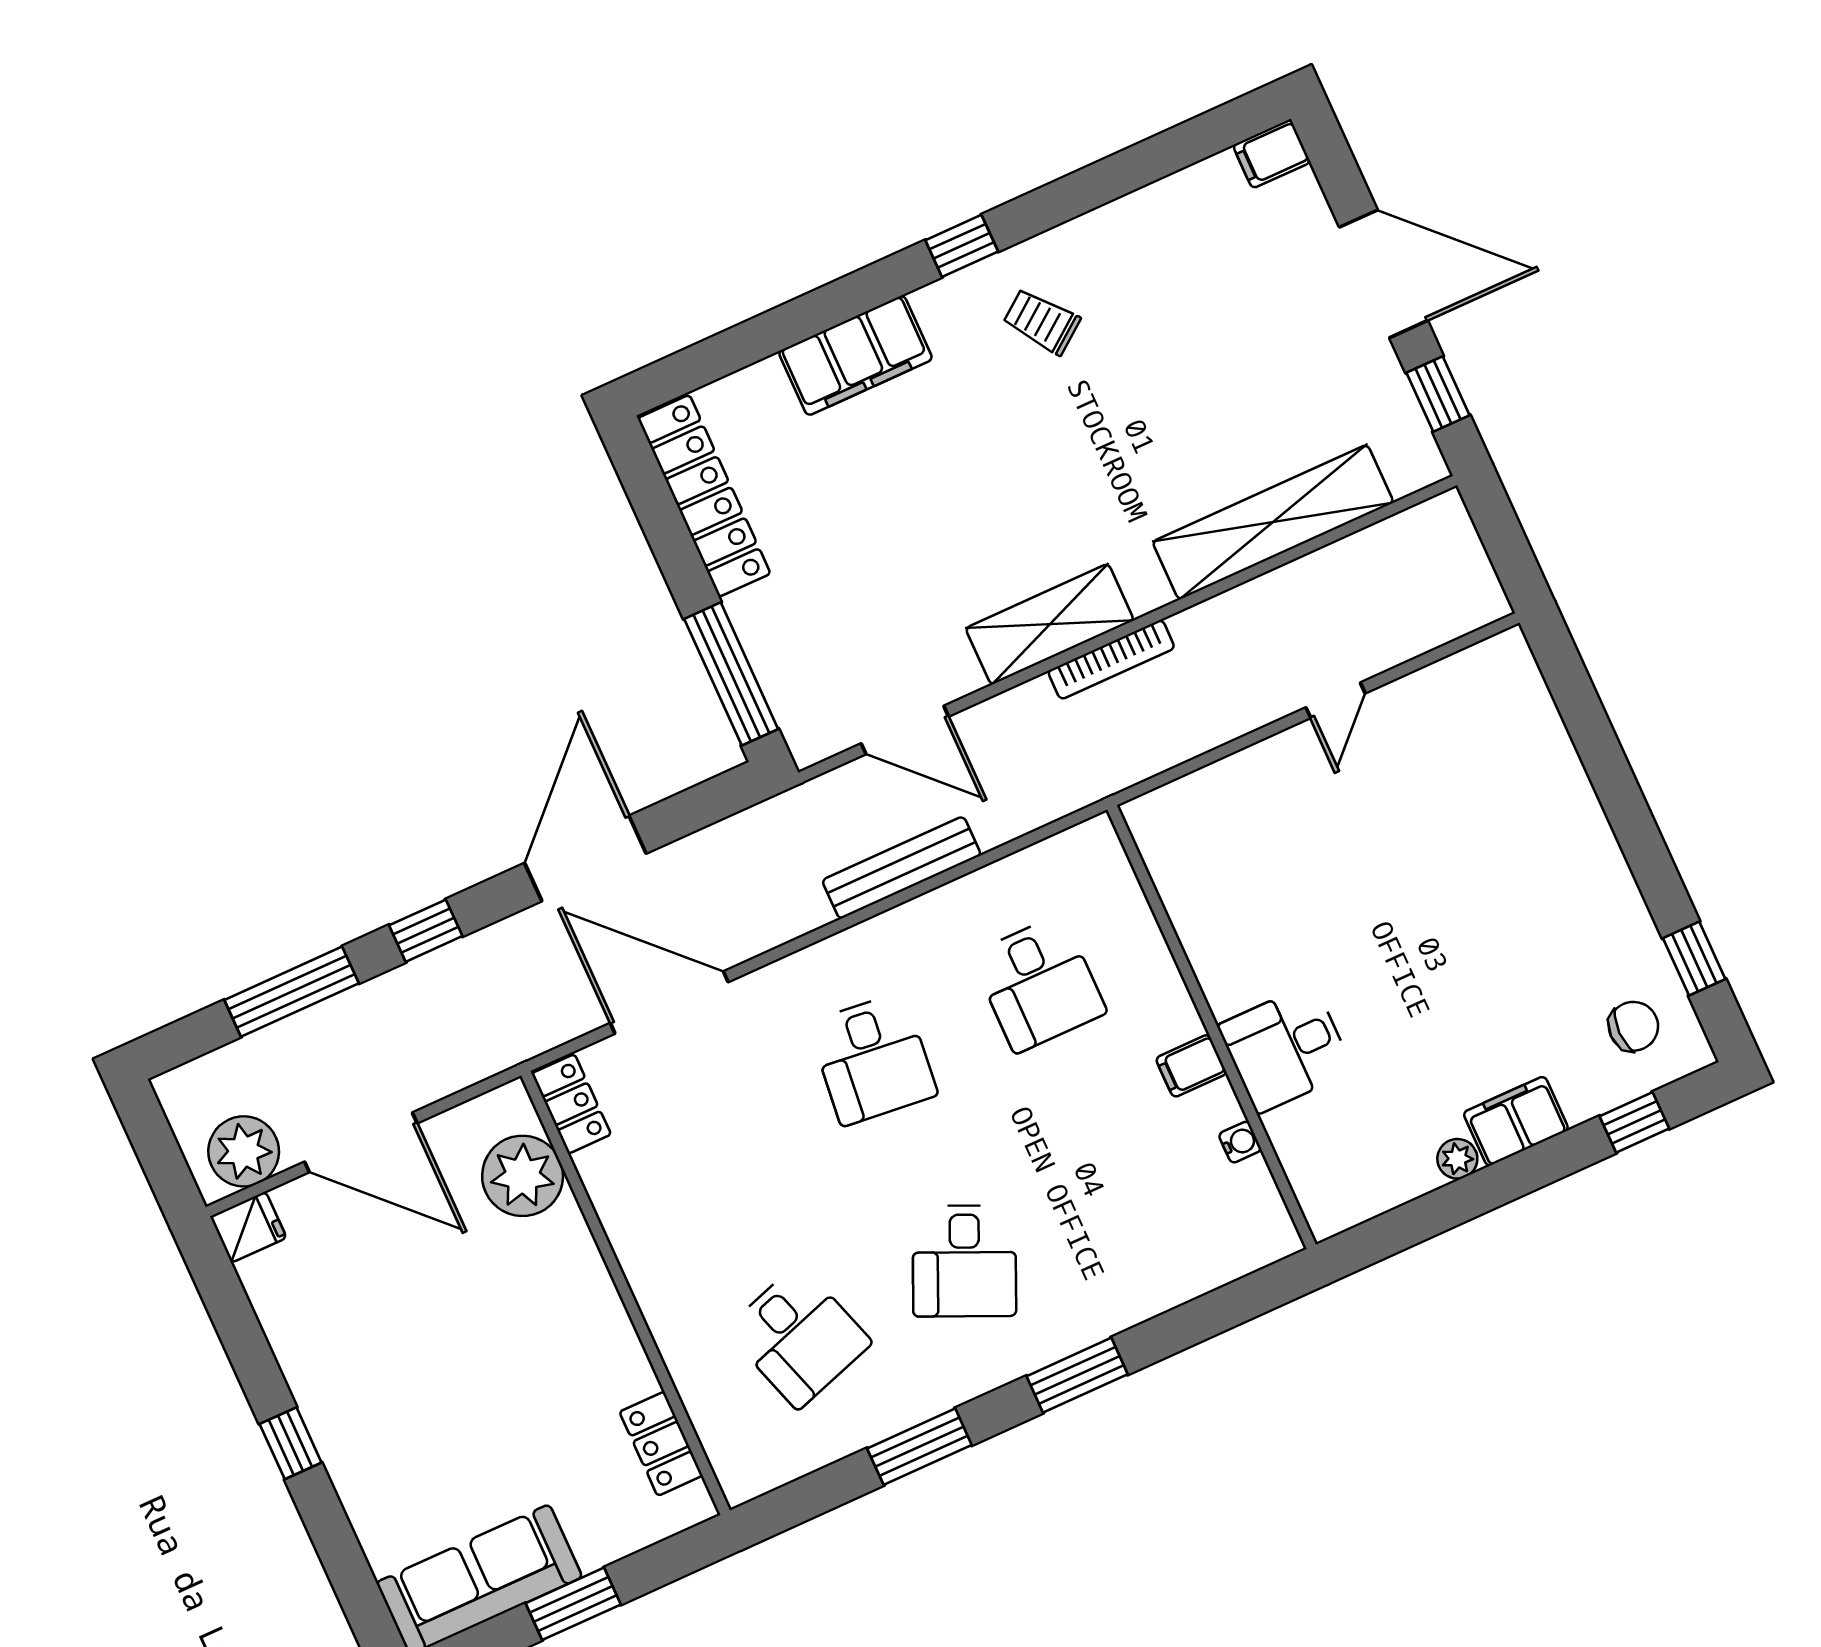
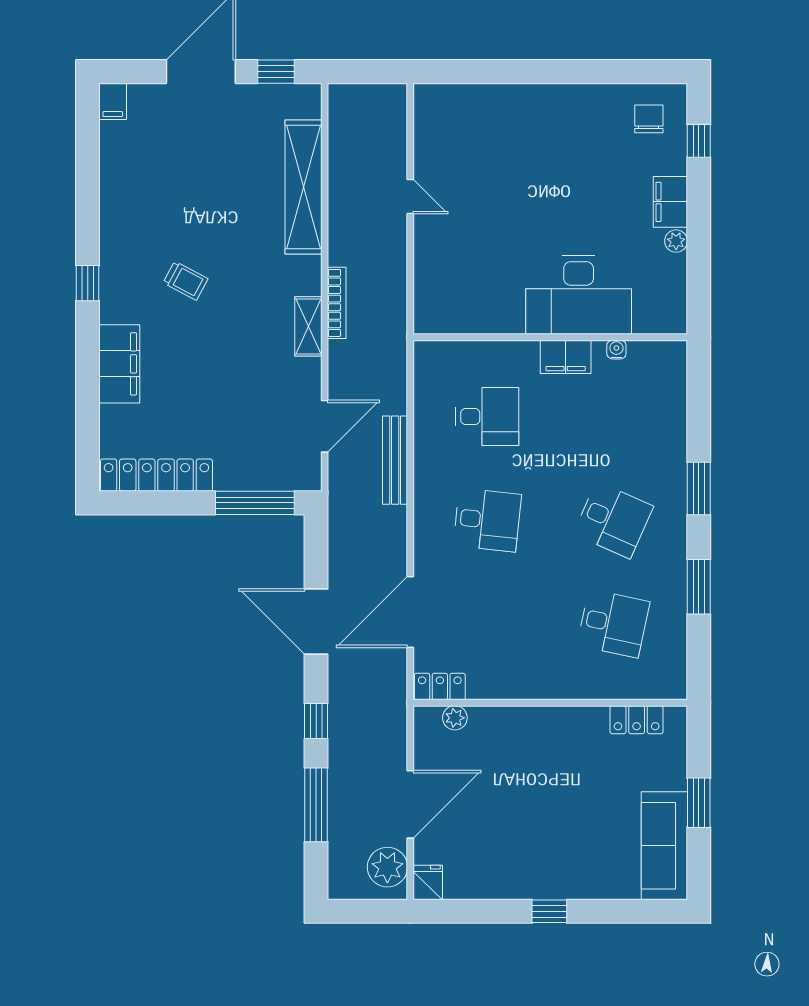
trolley: (1042, 321) -> (186, 281), moved, turned -115
shelving: (1050, 624) -> (308, 326), width x0.67, depth x0.75
window: (1694, 959) -> (628, 72), removed
desk: (1286, 1048) -> (579, 295), width x1.87, depth x1.30
filing cabinet: (1191, 1066) -> (566, 357), width x2.00
plant: (523, 1176) -> (455, 718), width x0.53, depth x0.53
desk: (798, 1336) -> (613, 623), turned 30

